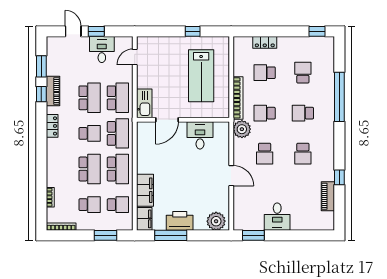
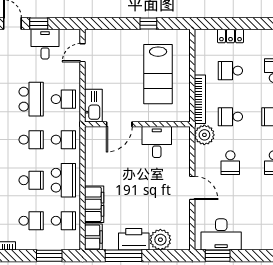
school desk: (118, 98) -> (63, 99), width x0.54
school desk: (118, 133) -> (63, 140), width x0.54
school desk: (90, 169) -> (31, 180), width x0.54
desk: (277, 217) -> (221, 234), moved, width x1.37
plant: (216, 221) -> (160, 240), moved

